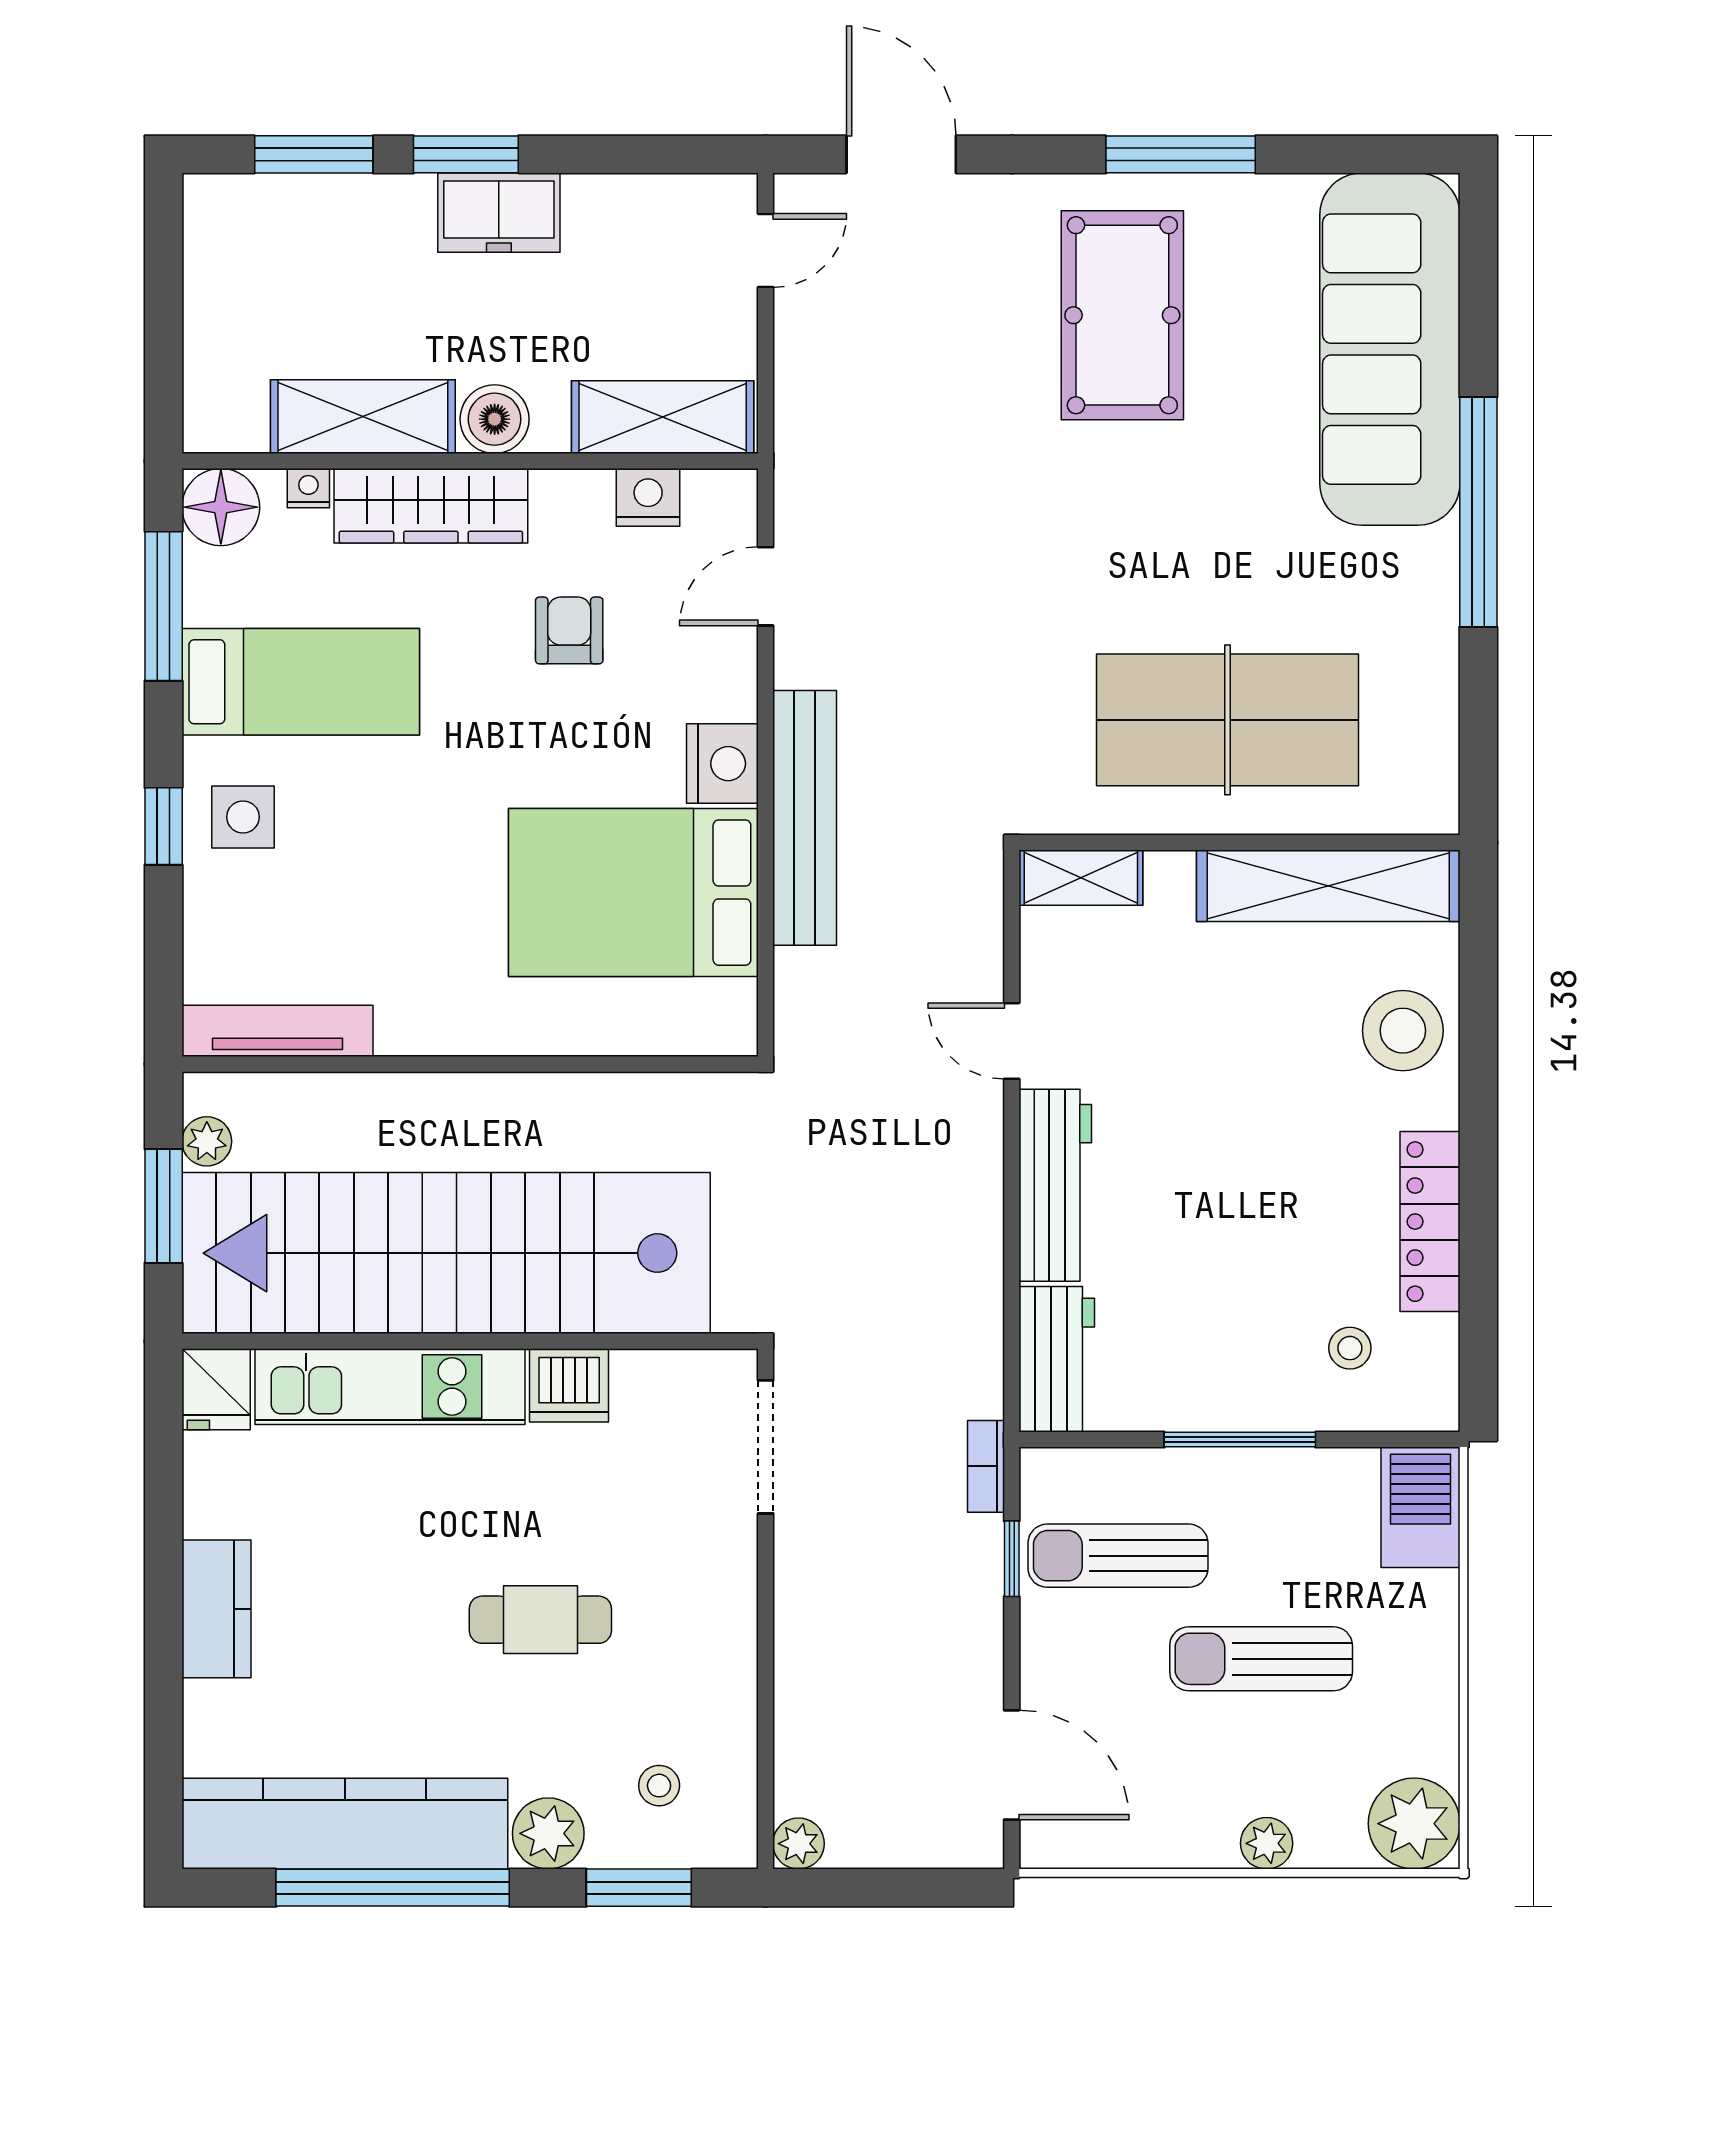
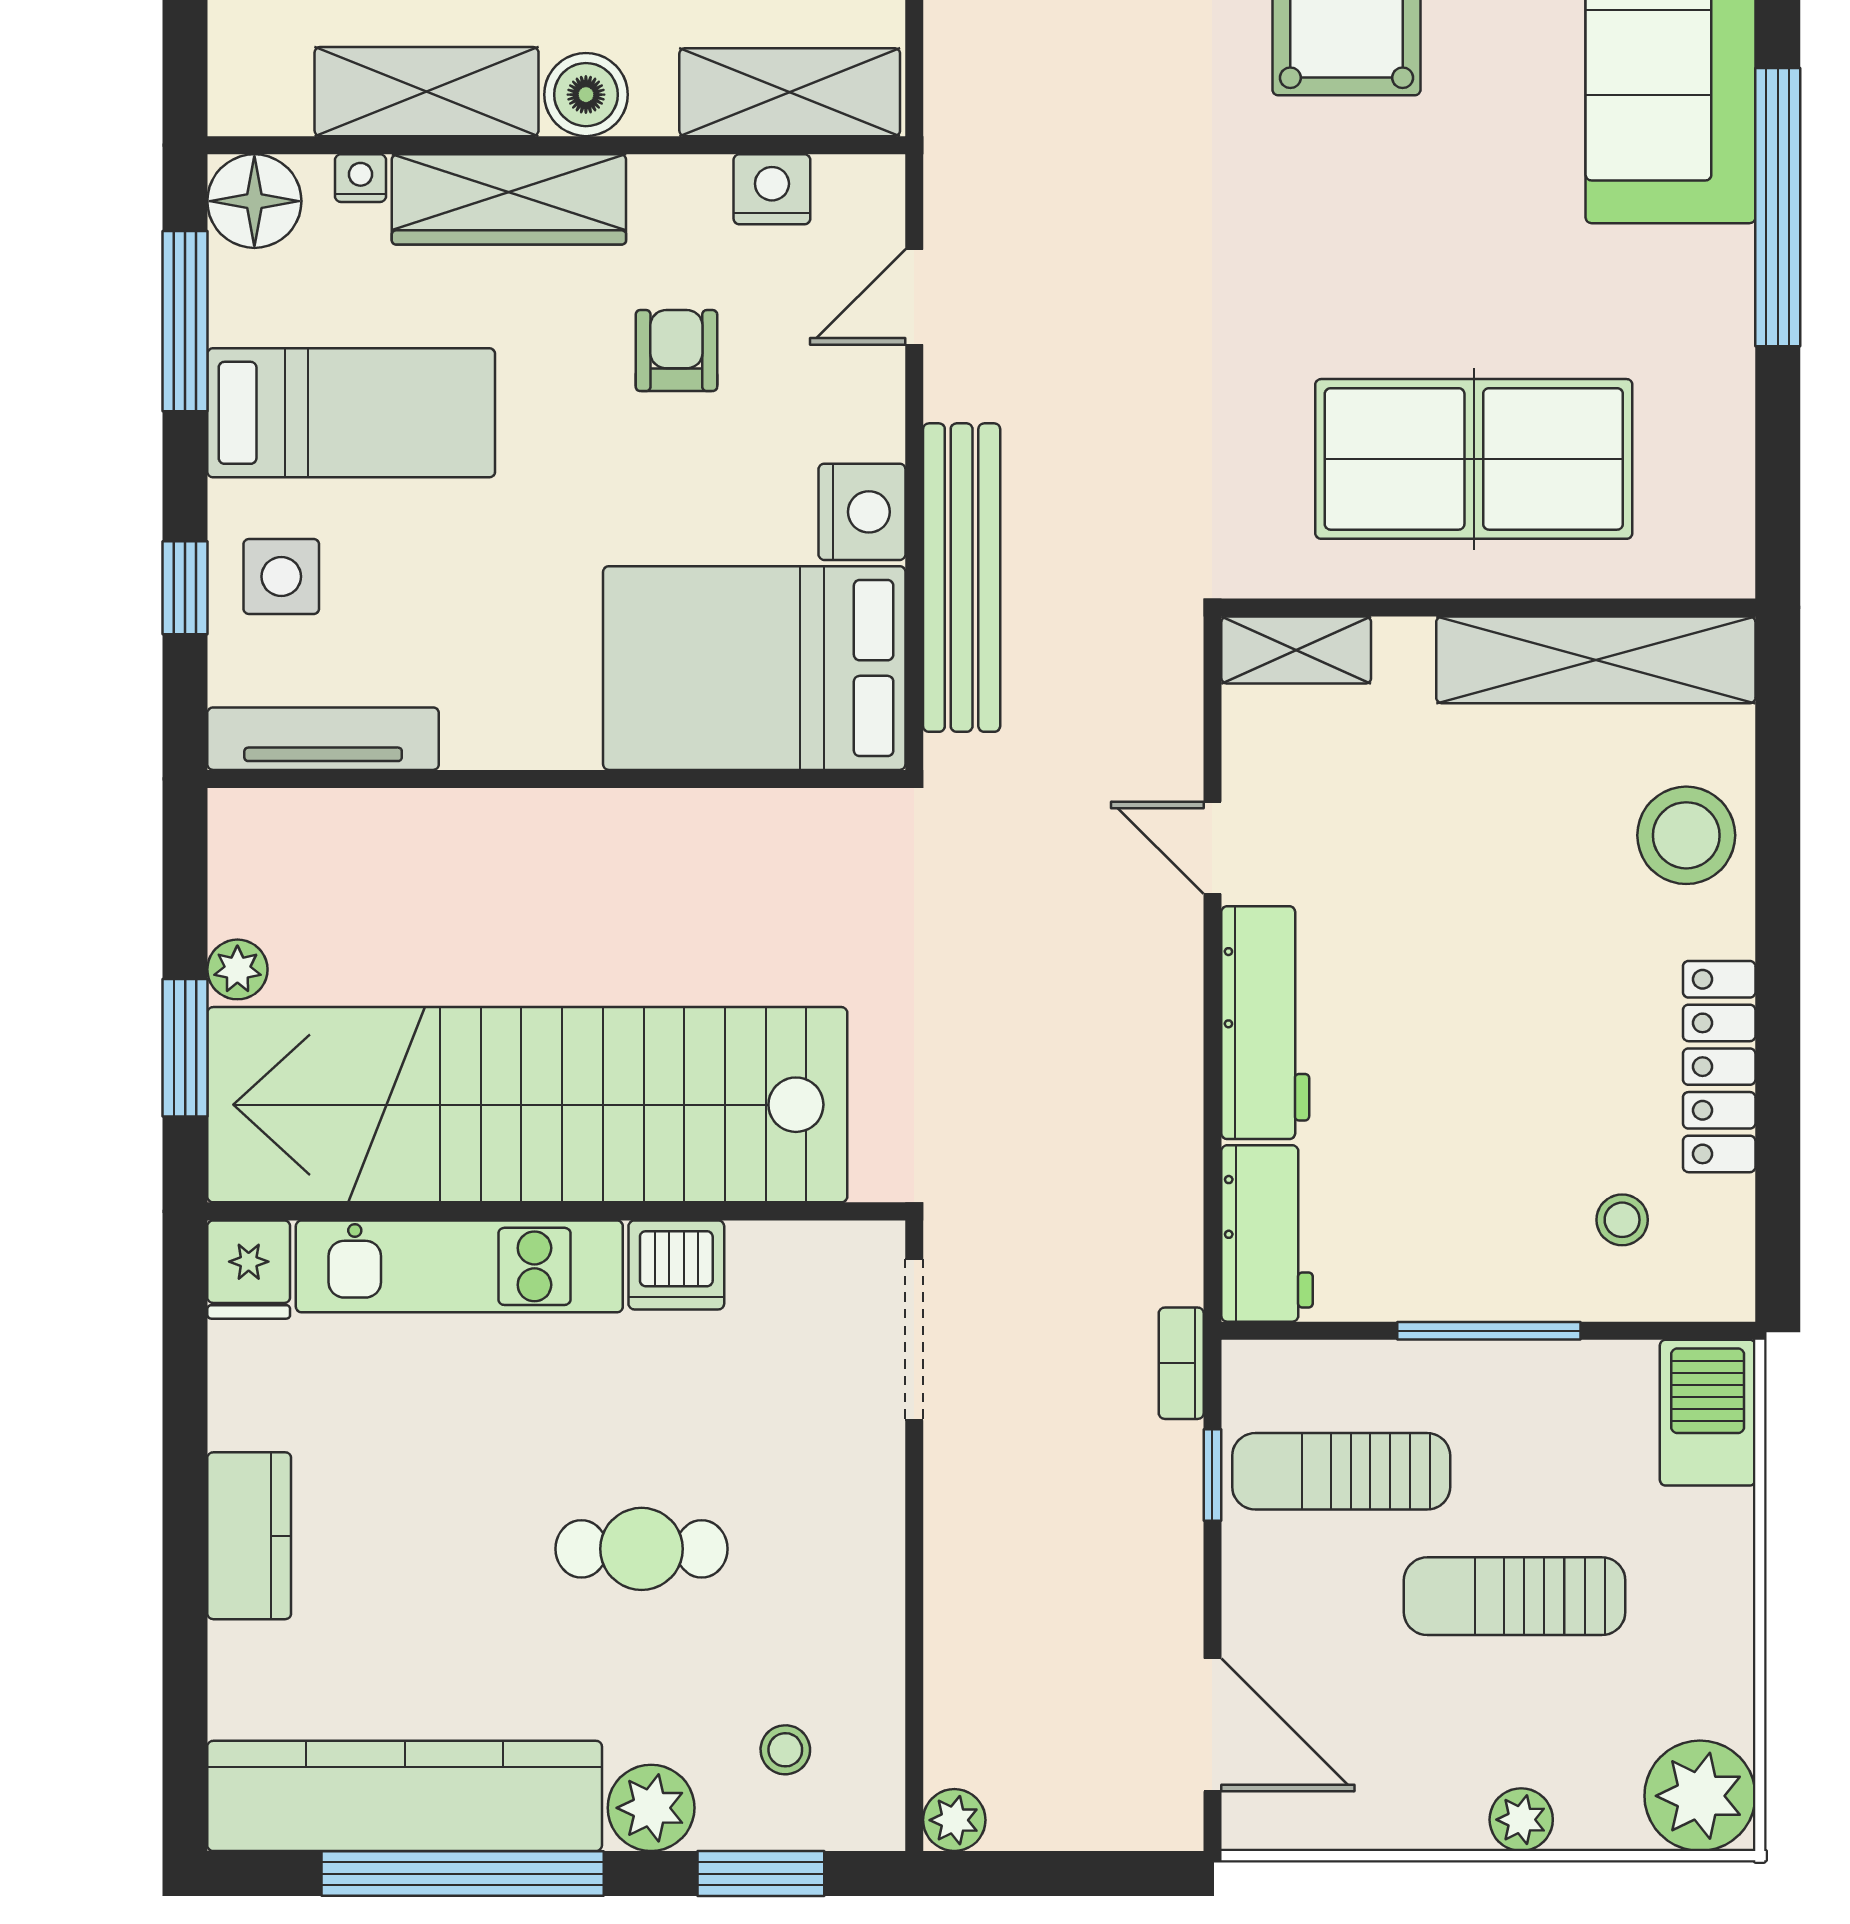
tv unit: (277, 1031) -> (323, 739), moved
wall: (470, 1064) -> (556, 779), moved

